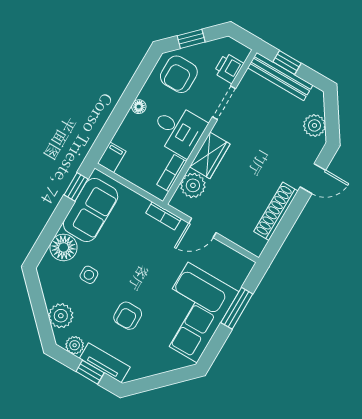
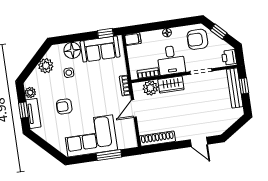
printer: (229, 68) -> (229, 57), moved, turned -90
plant: (314, 125) -> (224, 123), removed
shoe rack: (276, 211) -> (157, 139), moved
door: (202, 228) -> (134, 109), hinge flipped
plant: (61, 316) -> (46, 66), moved

